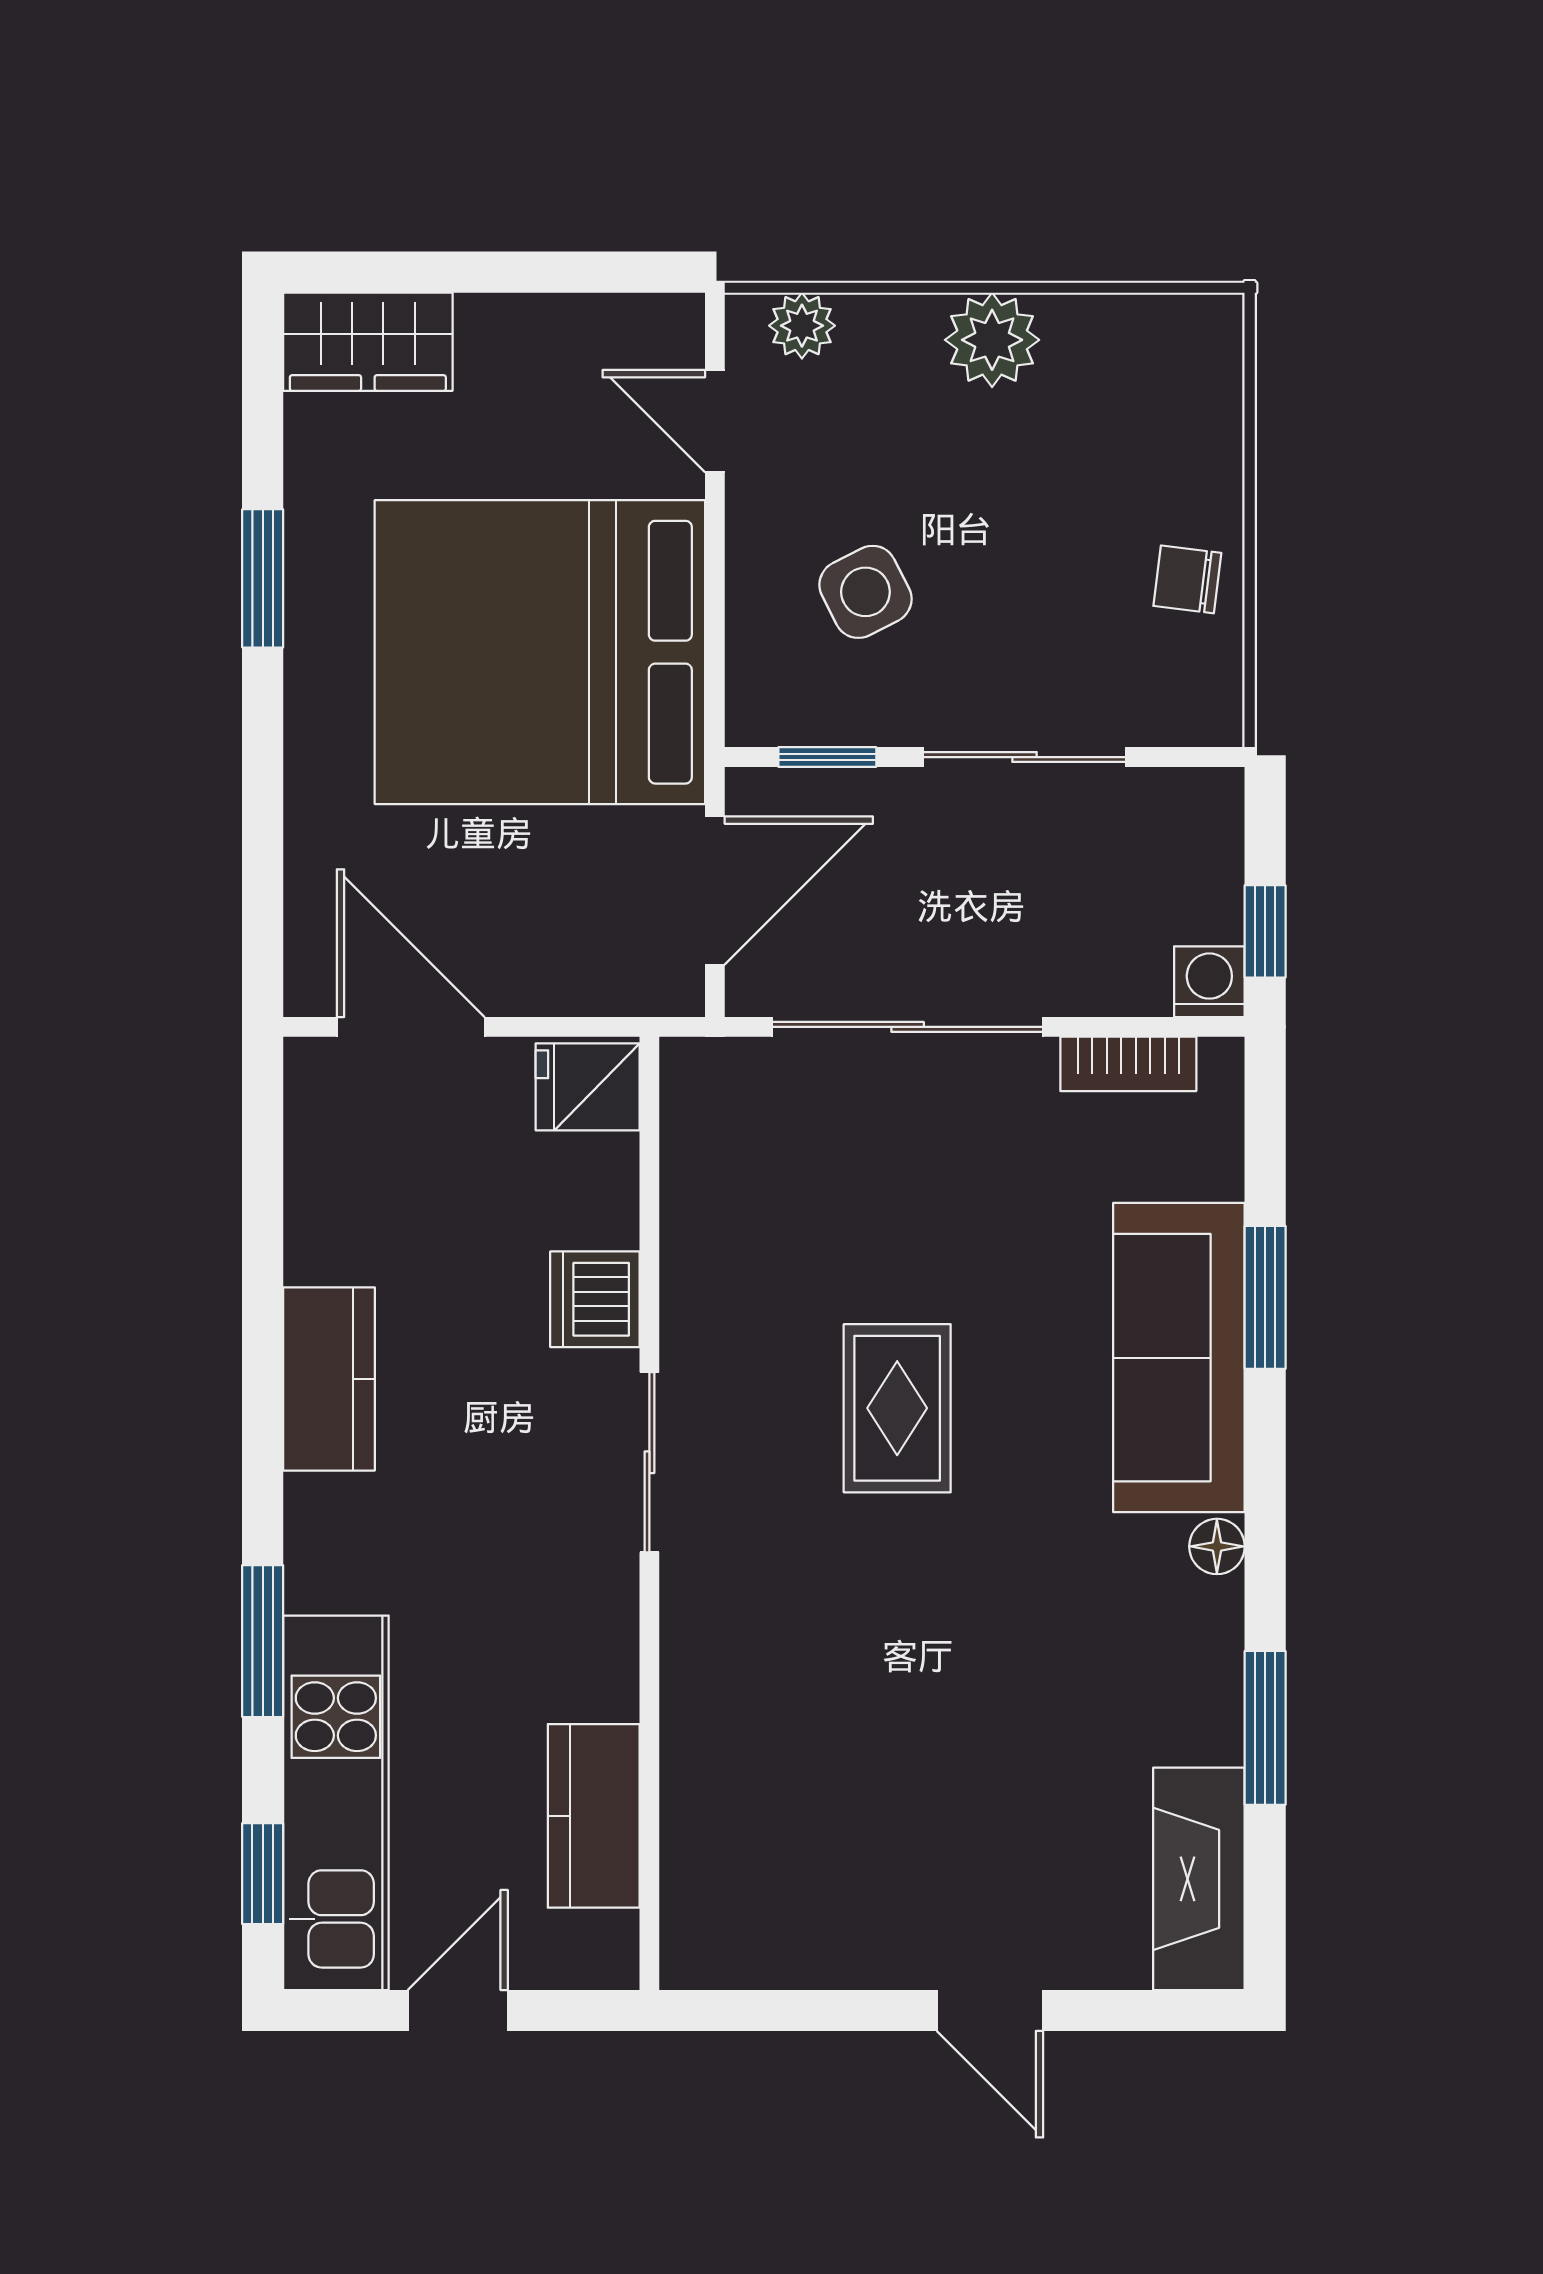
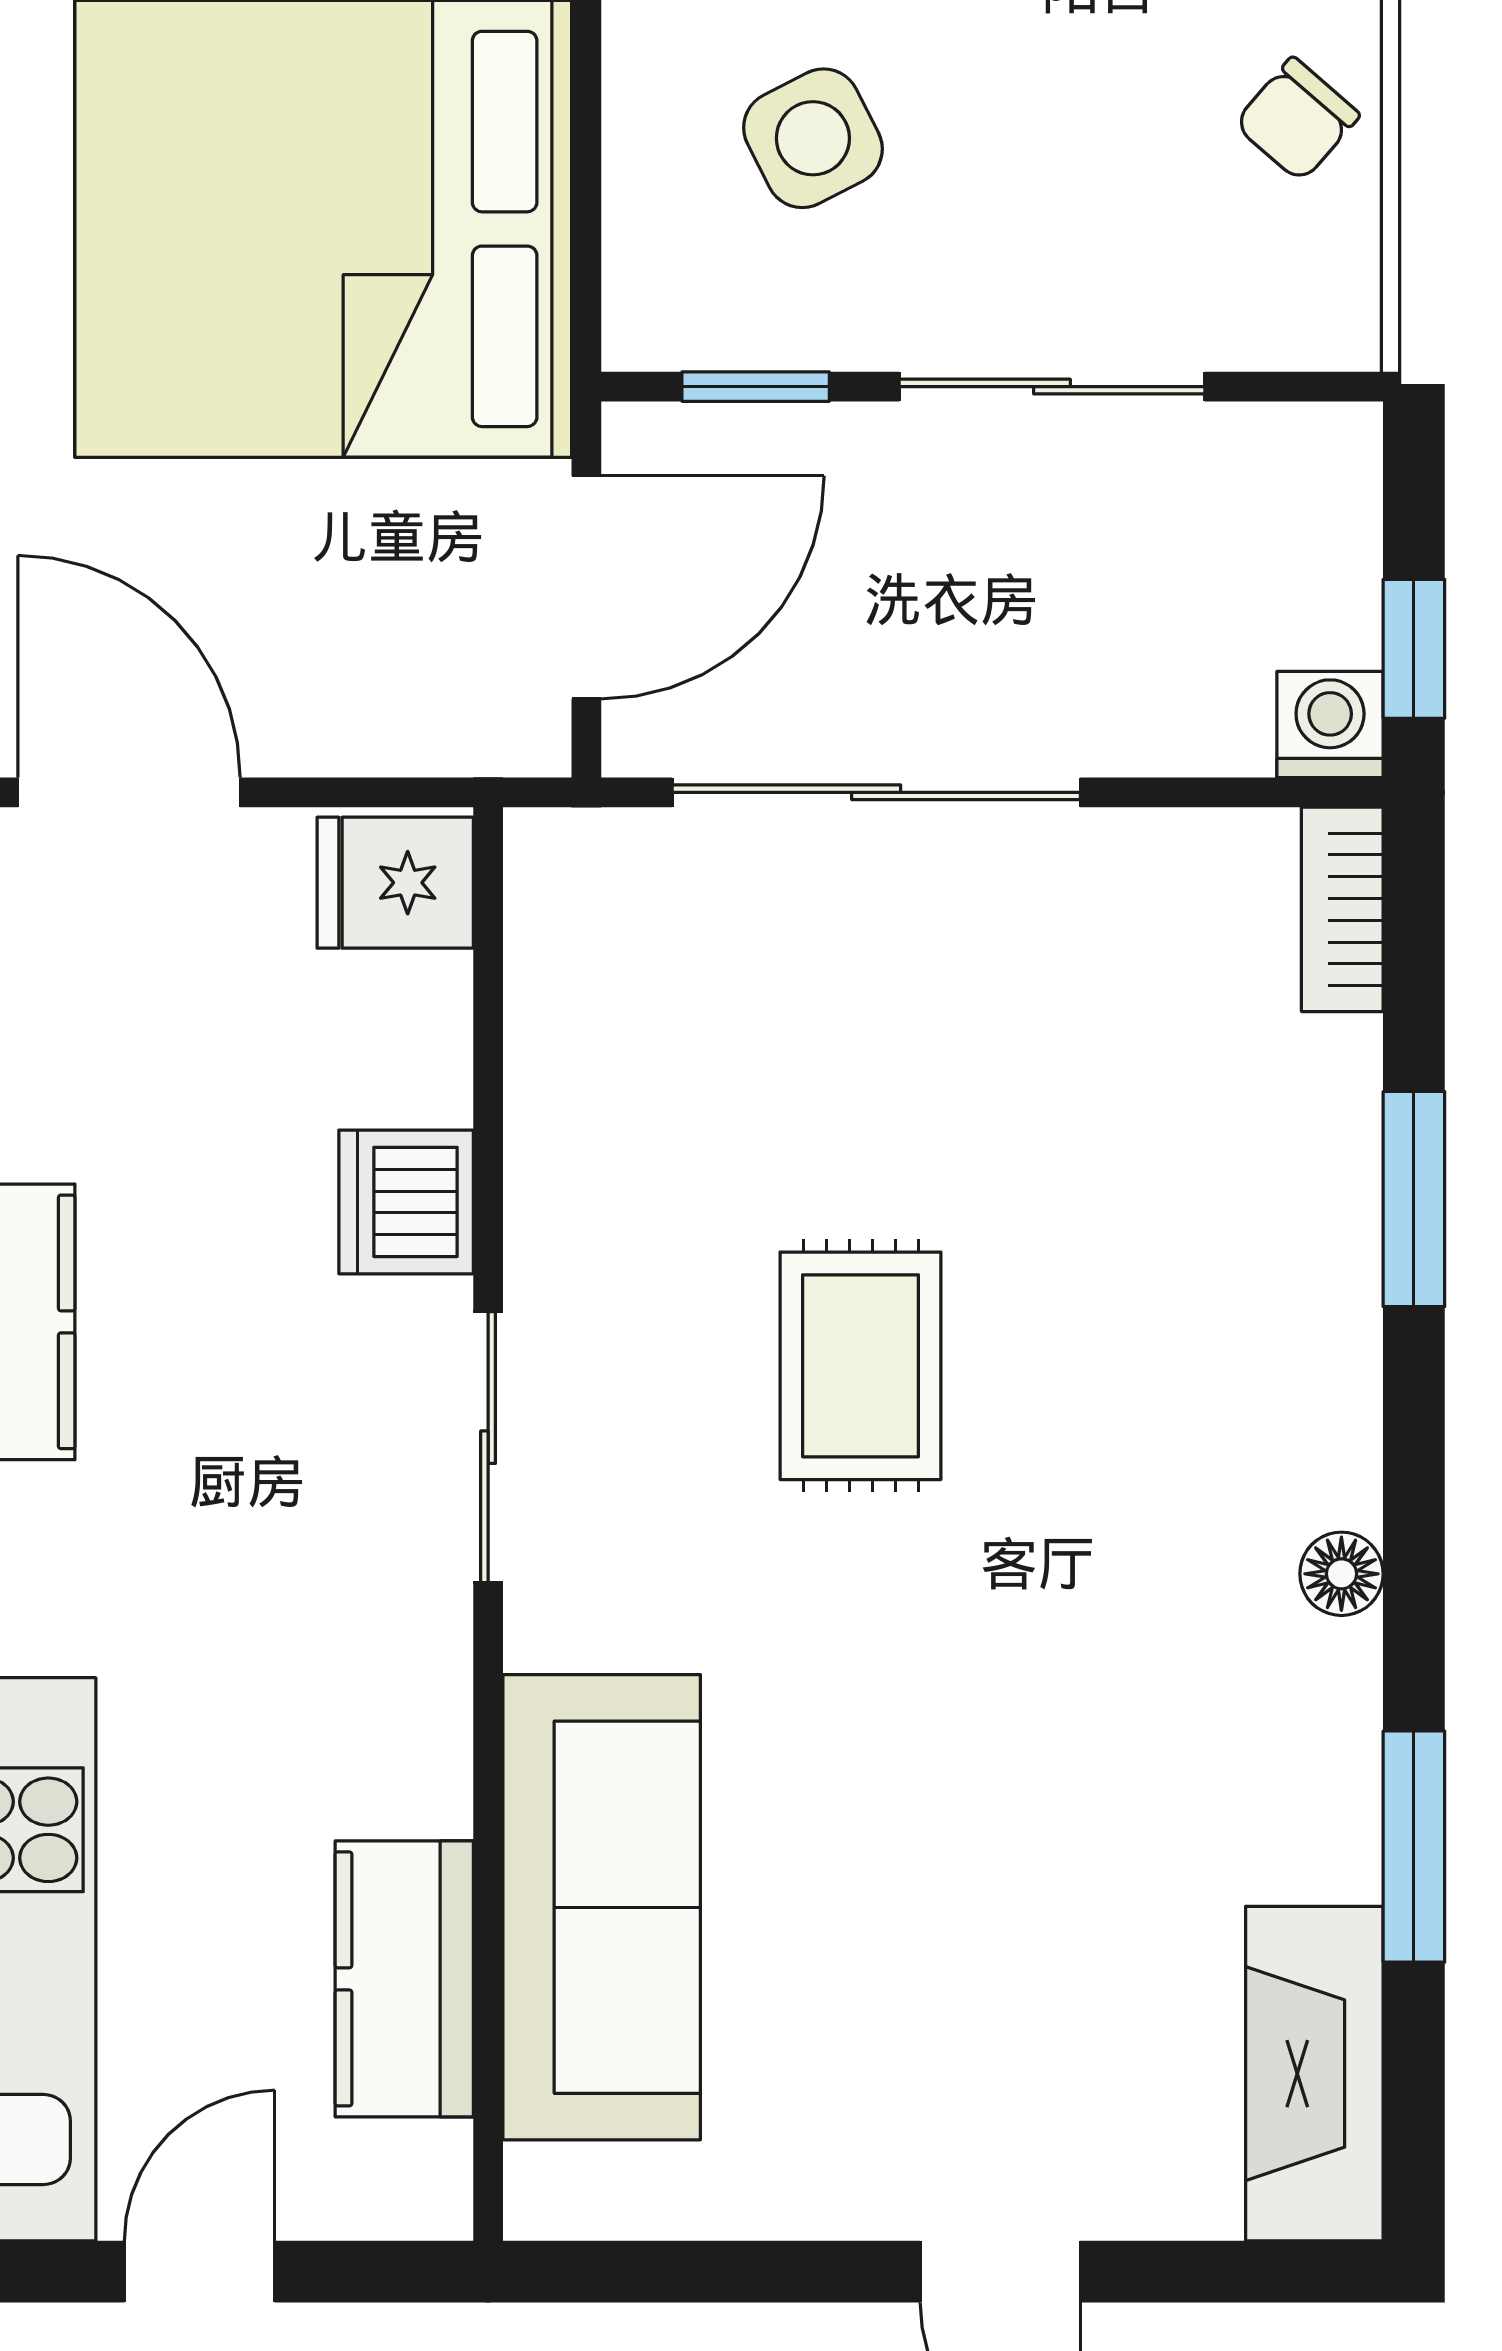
chair: (1187, 579) -> (1297, 120), turned -56
bookcase: (1128, 1064) -> (1342, 909), moved, turned 90
sofa: (1179, 1358) -> (602, 1907), moved, turned 180

